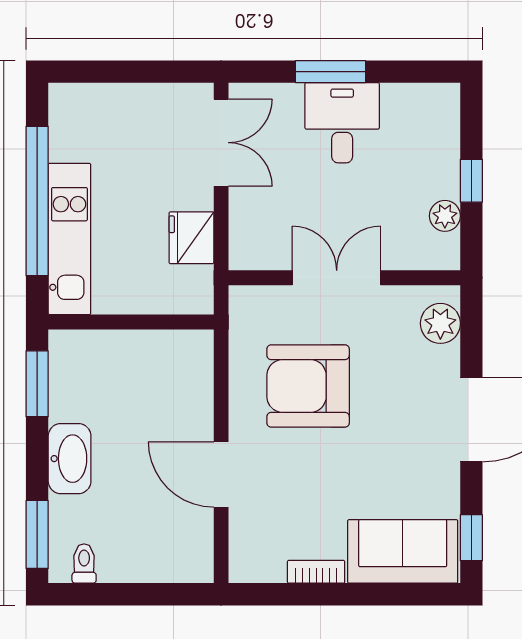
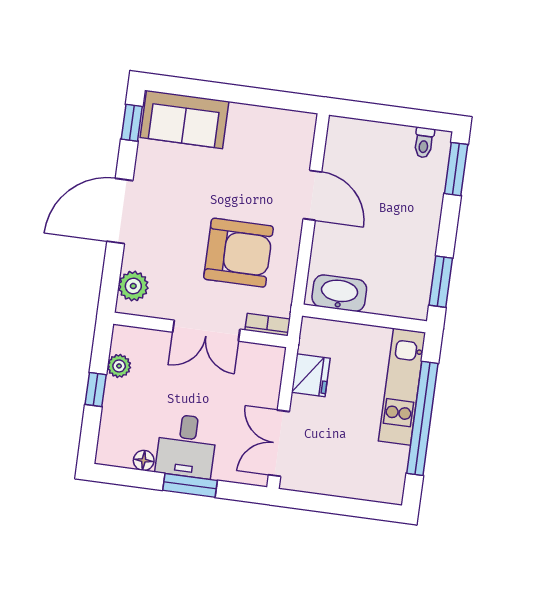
floor lamp: (396, 96) -> (144, 460), added
washbasin: (70, 459) -> (339, 293), moved, turned 90
bookcase: (316, 572) -> (268, 325), moved, turned 180

